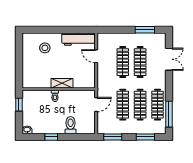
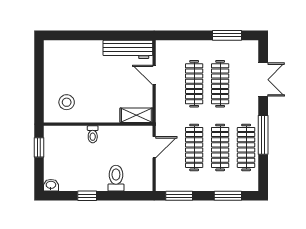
stool: (45, 48) -> (67, 102), moved
shelving: (62, 83) -> (136, 115), moved
window: (169, 114) -> (263, 135), moved

